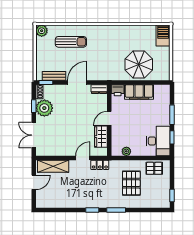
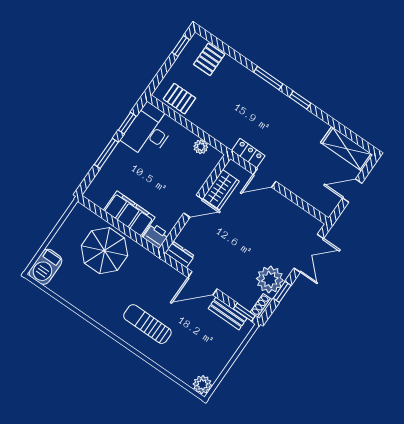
sun lounger: (71, 42) -> (147, 324), moved
shelving: (53, 166) -> (347, 149), moved
pallet: (131, 183) -> (209, 59), moved, width x0.67, depth x0.71

